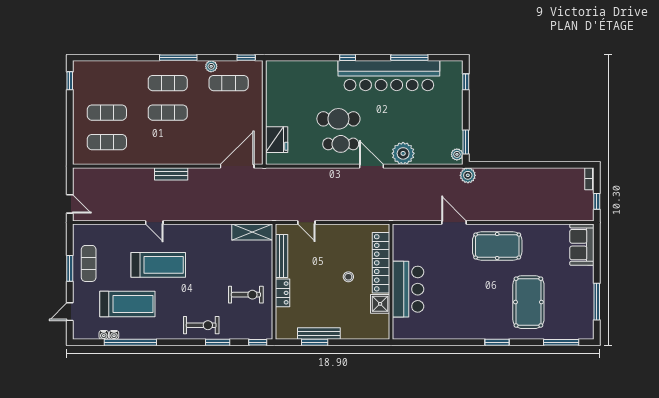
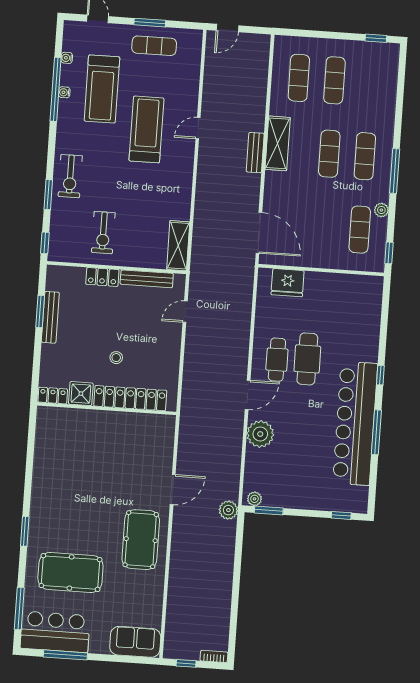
window: (409, 58) -> (376, 432), moved
shelving: (162, 156) -> (278, 143), added
treadmill: (158, 265) -> (146, 129), turned 180
bar counter: (408, 289) -> (55, 632), moved, turned 180
locker: (383, 327) -> (53, 396), added
water cooler: (114, 335) -> (64, 92), moved

